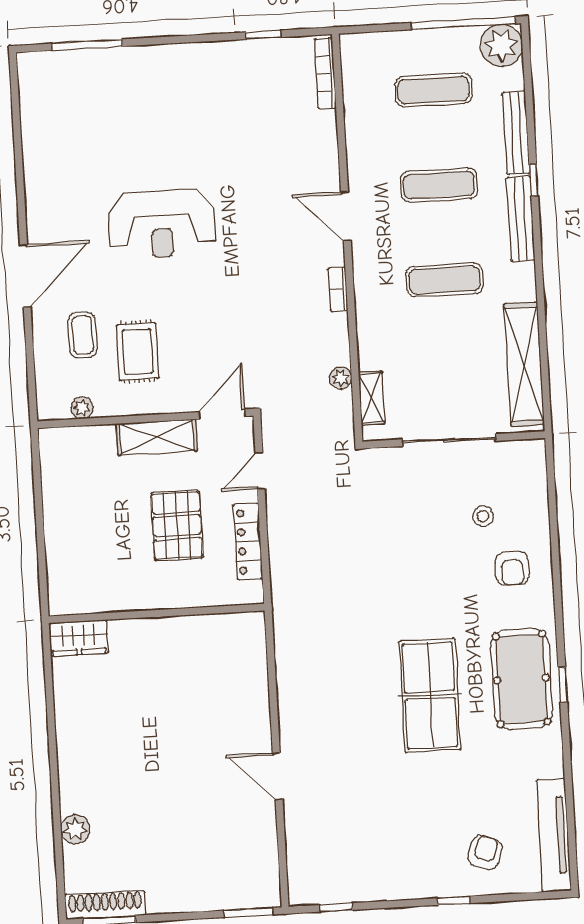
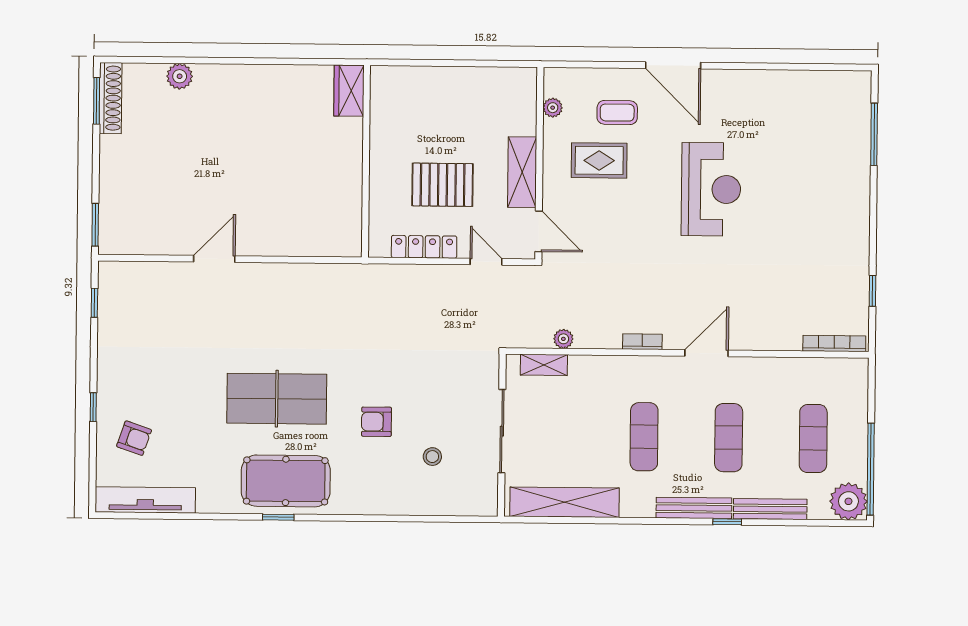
reception desk: (162, 224) -> (711, 189), turned 180
armchair: (512, 568) -> (376, 422), moved

